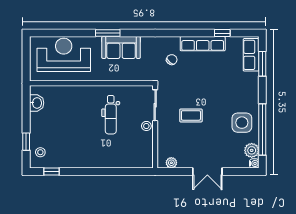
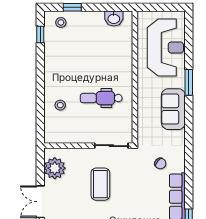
window: (108, 33) -> (189, 82), moved
coffee table: (191, 115) -> (100, 184), width x1.36, depth x1.30
stool: (146, 126) -> (60, 105), moved
plant: (171, 163) -> (55, 168), width x1.88, depth x1.88

